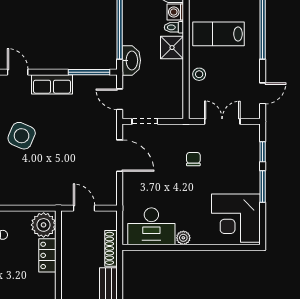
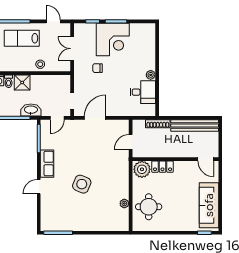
lab bench: (219, 34) -> (22, 38), moved, turned 90
corner desk: (236, 218) -> (113, 39), moved
desk: (151, 226) -> (143, 92), width x0.73

